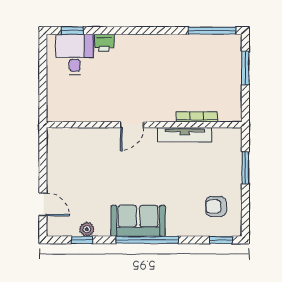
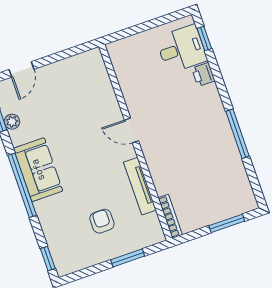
window: (212, 31) -> (237, 134), moved
bookcase: (197, 117) -> (170, 216), moved
armchair: (216, 207) -> (102, 221), moved

